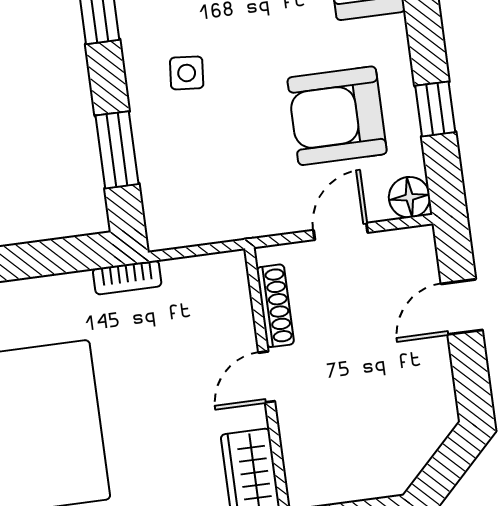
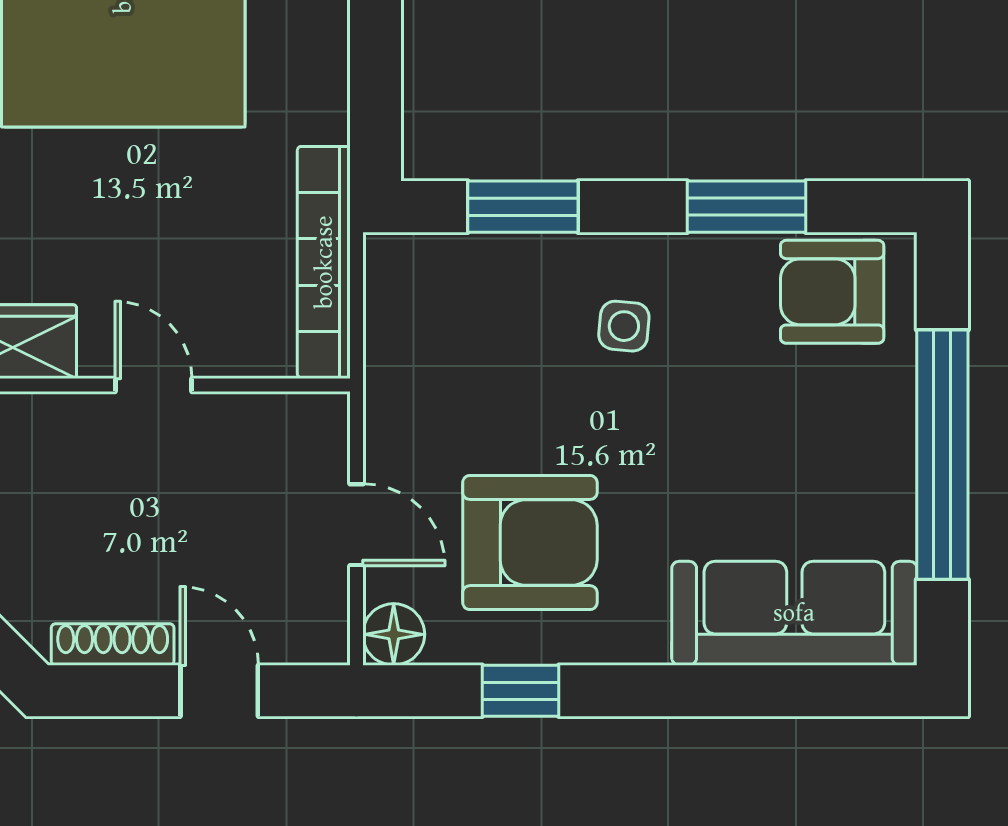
armchair: (337, 116) -> (530, 543), turned 90
bookcase: (127, 277) -> (324, 262), width x2.31, depth x1.31
shoe rack: (275, 306) -> (113, 644), moved, turned 180

